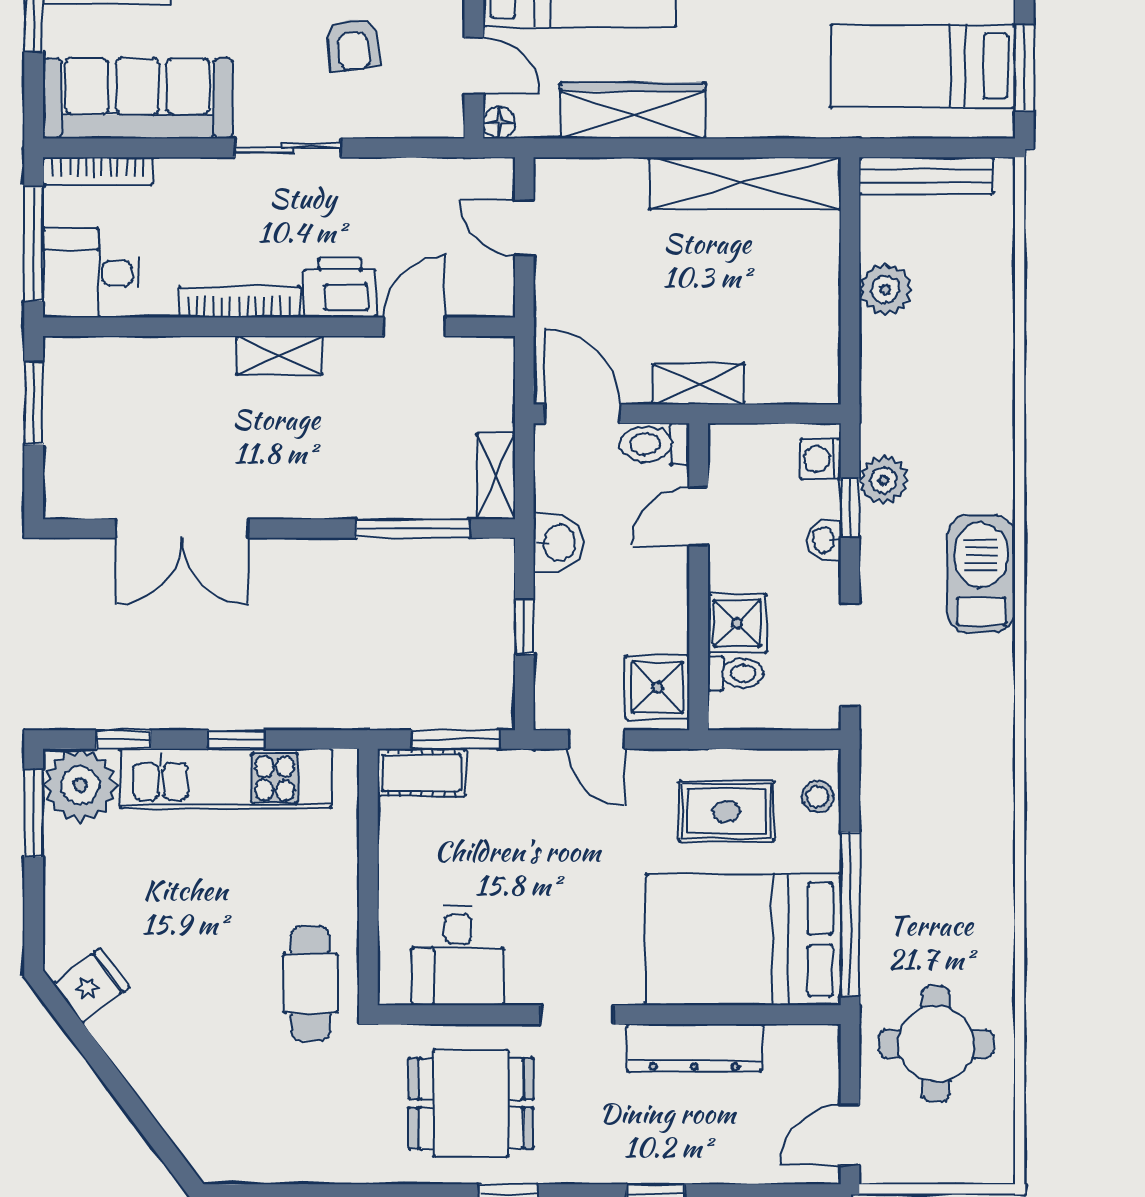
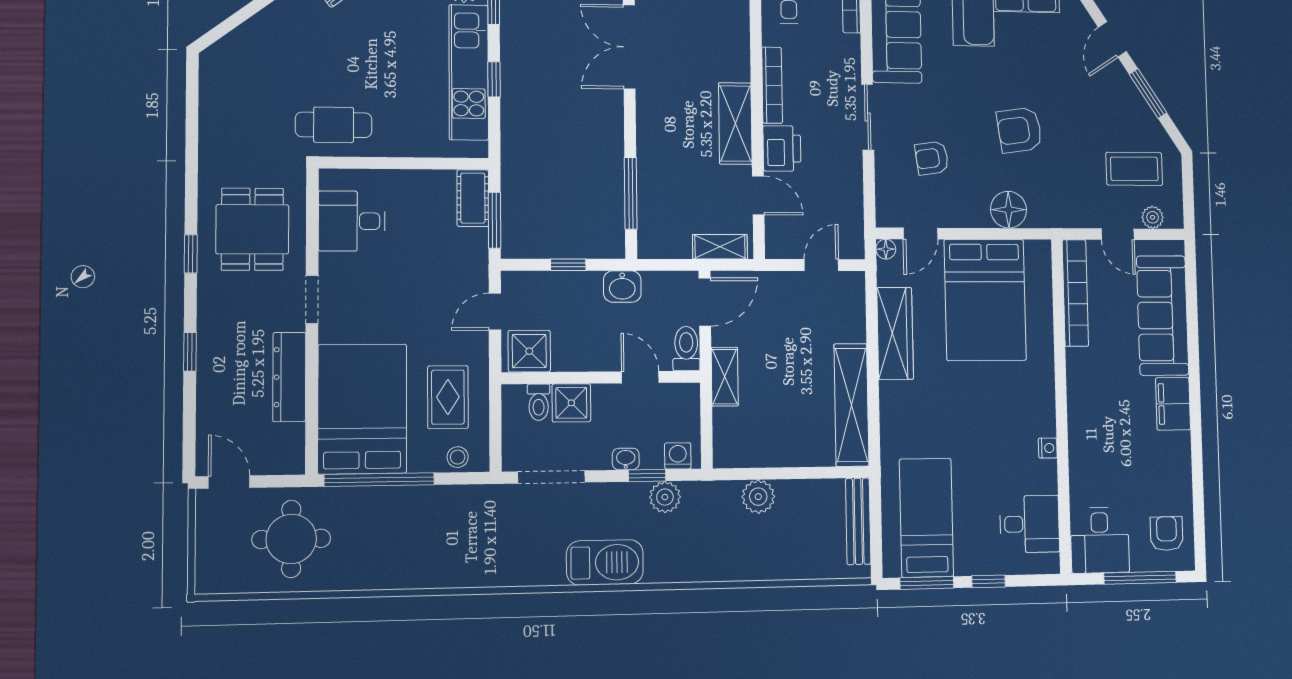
plant: (885, 289) -> (758, 497), moved
shelving: (279, 355) -> (735, 123), width x1.50, depth x1.33
shelving: (496, 476) -> (720, 247), moved

